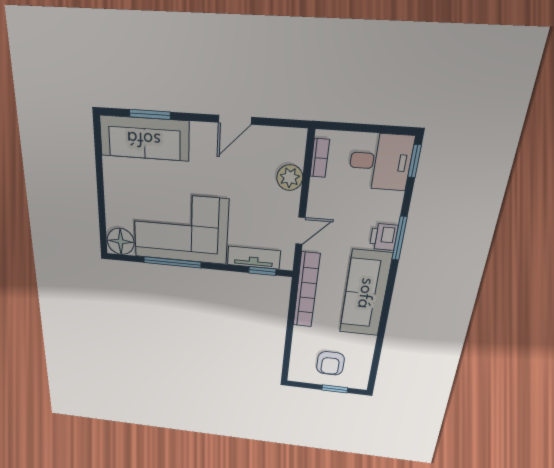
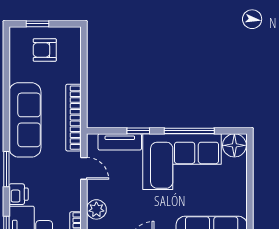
door: (300, 231) -> (84, 168), swing flipped
printer: (384, 237) -> (19, 194), moved
window: (262, 271) -> (138, 131), moved
armchair: (330, 363) -> (45, 50), turned -90

